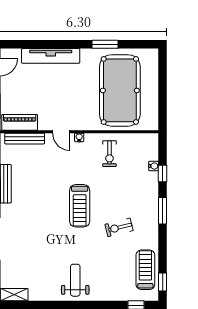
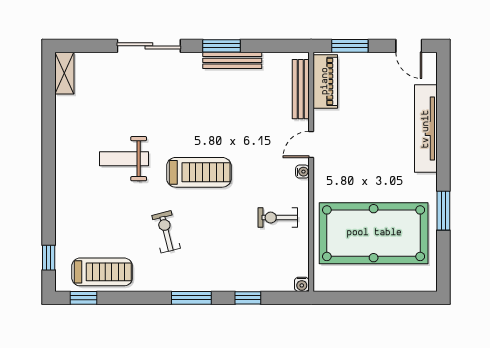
water cooler: (154, 166) -> (302, 284), moved
treadmill: (80, 206) -> (199, 172), turned 180
weight bench: (75, 280) -> (124, 159), moved, turned 180

